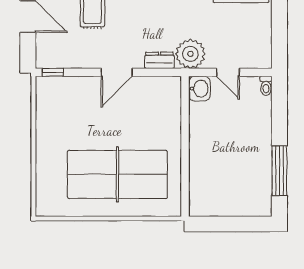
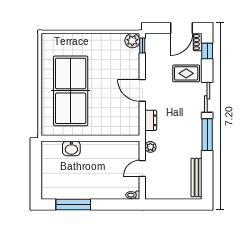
plant: (190, 54) -> (150, 147), width x0.53, depth x0.53
plant: (46, 86) -> (132, 41), added
washbasin: (199, 89) -> (71, 148), moved

